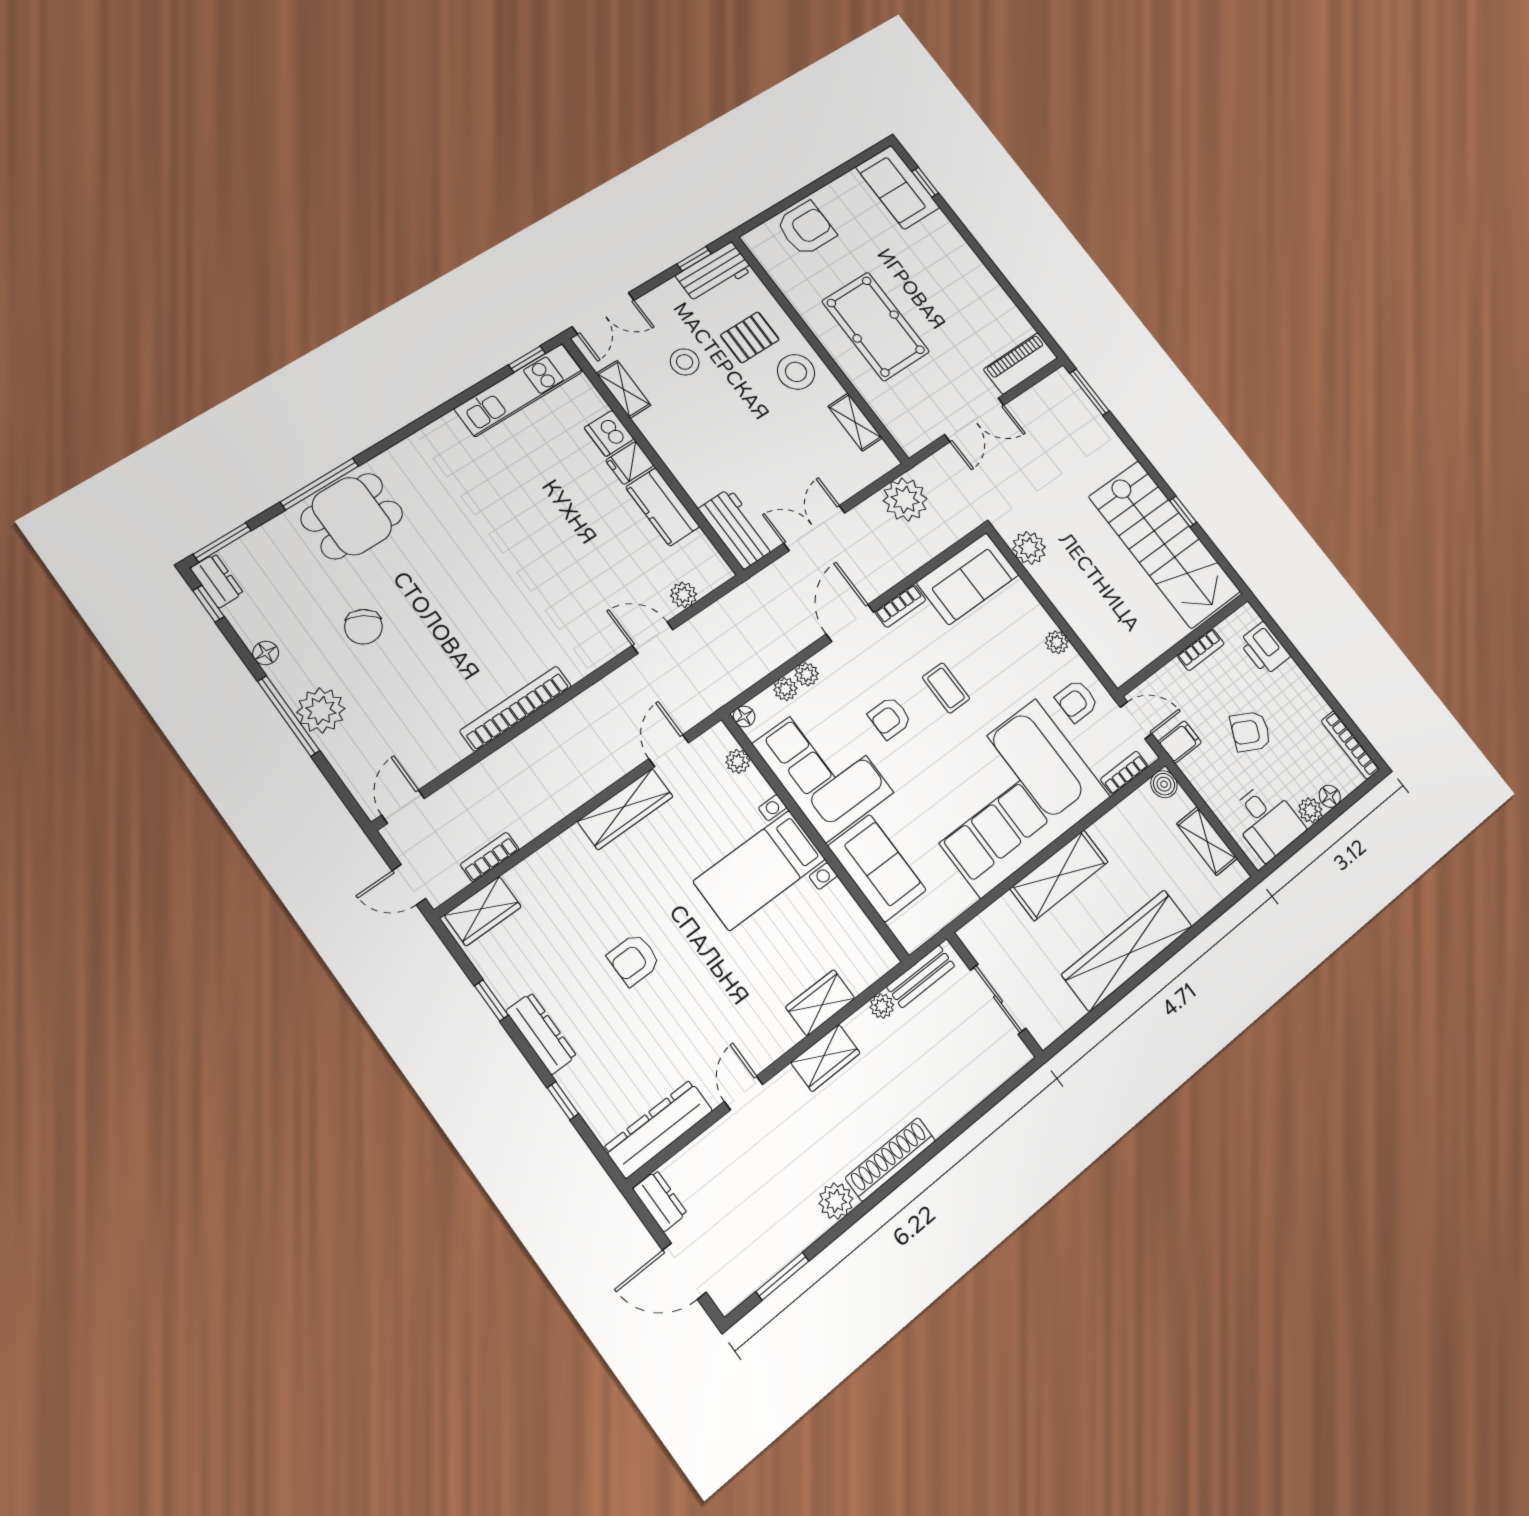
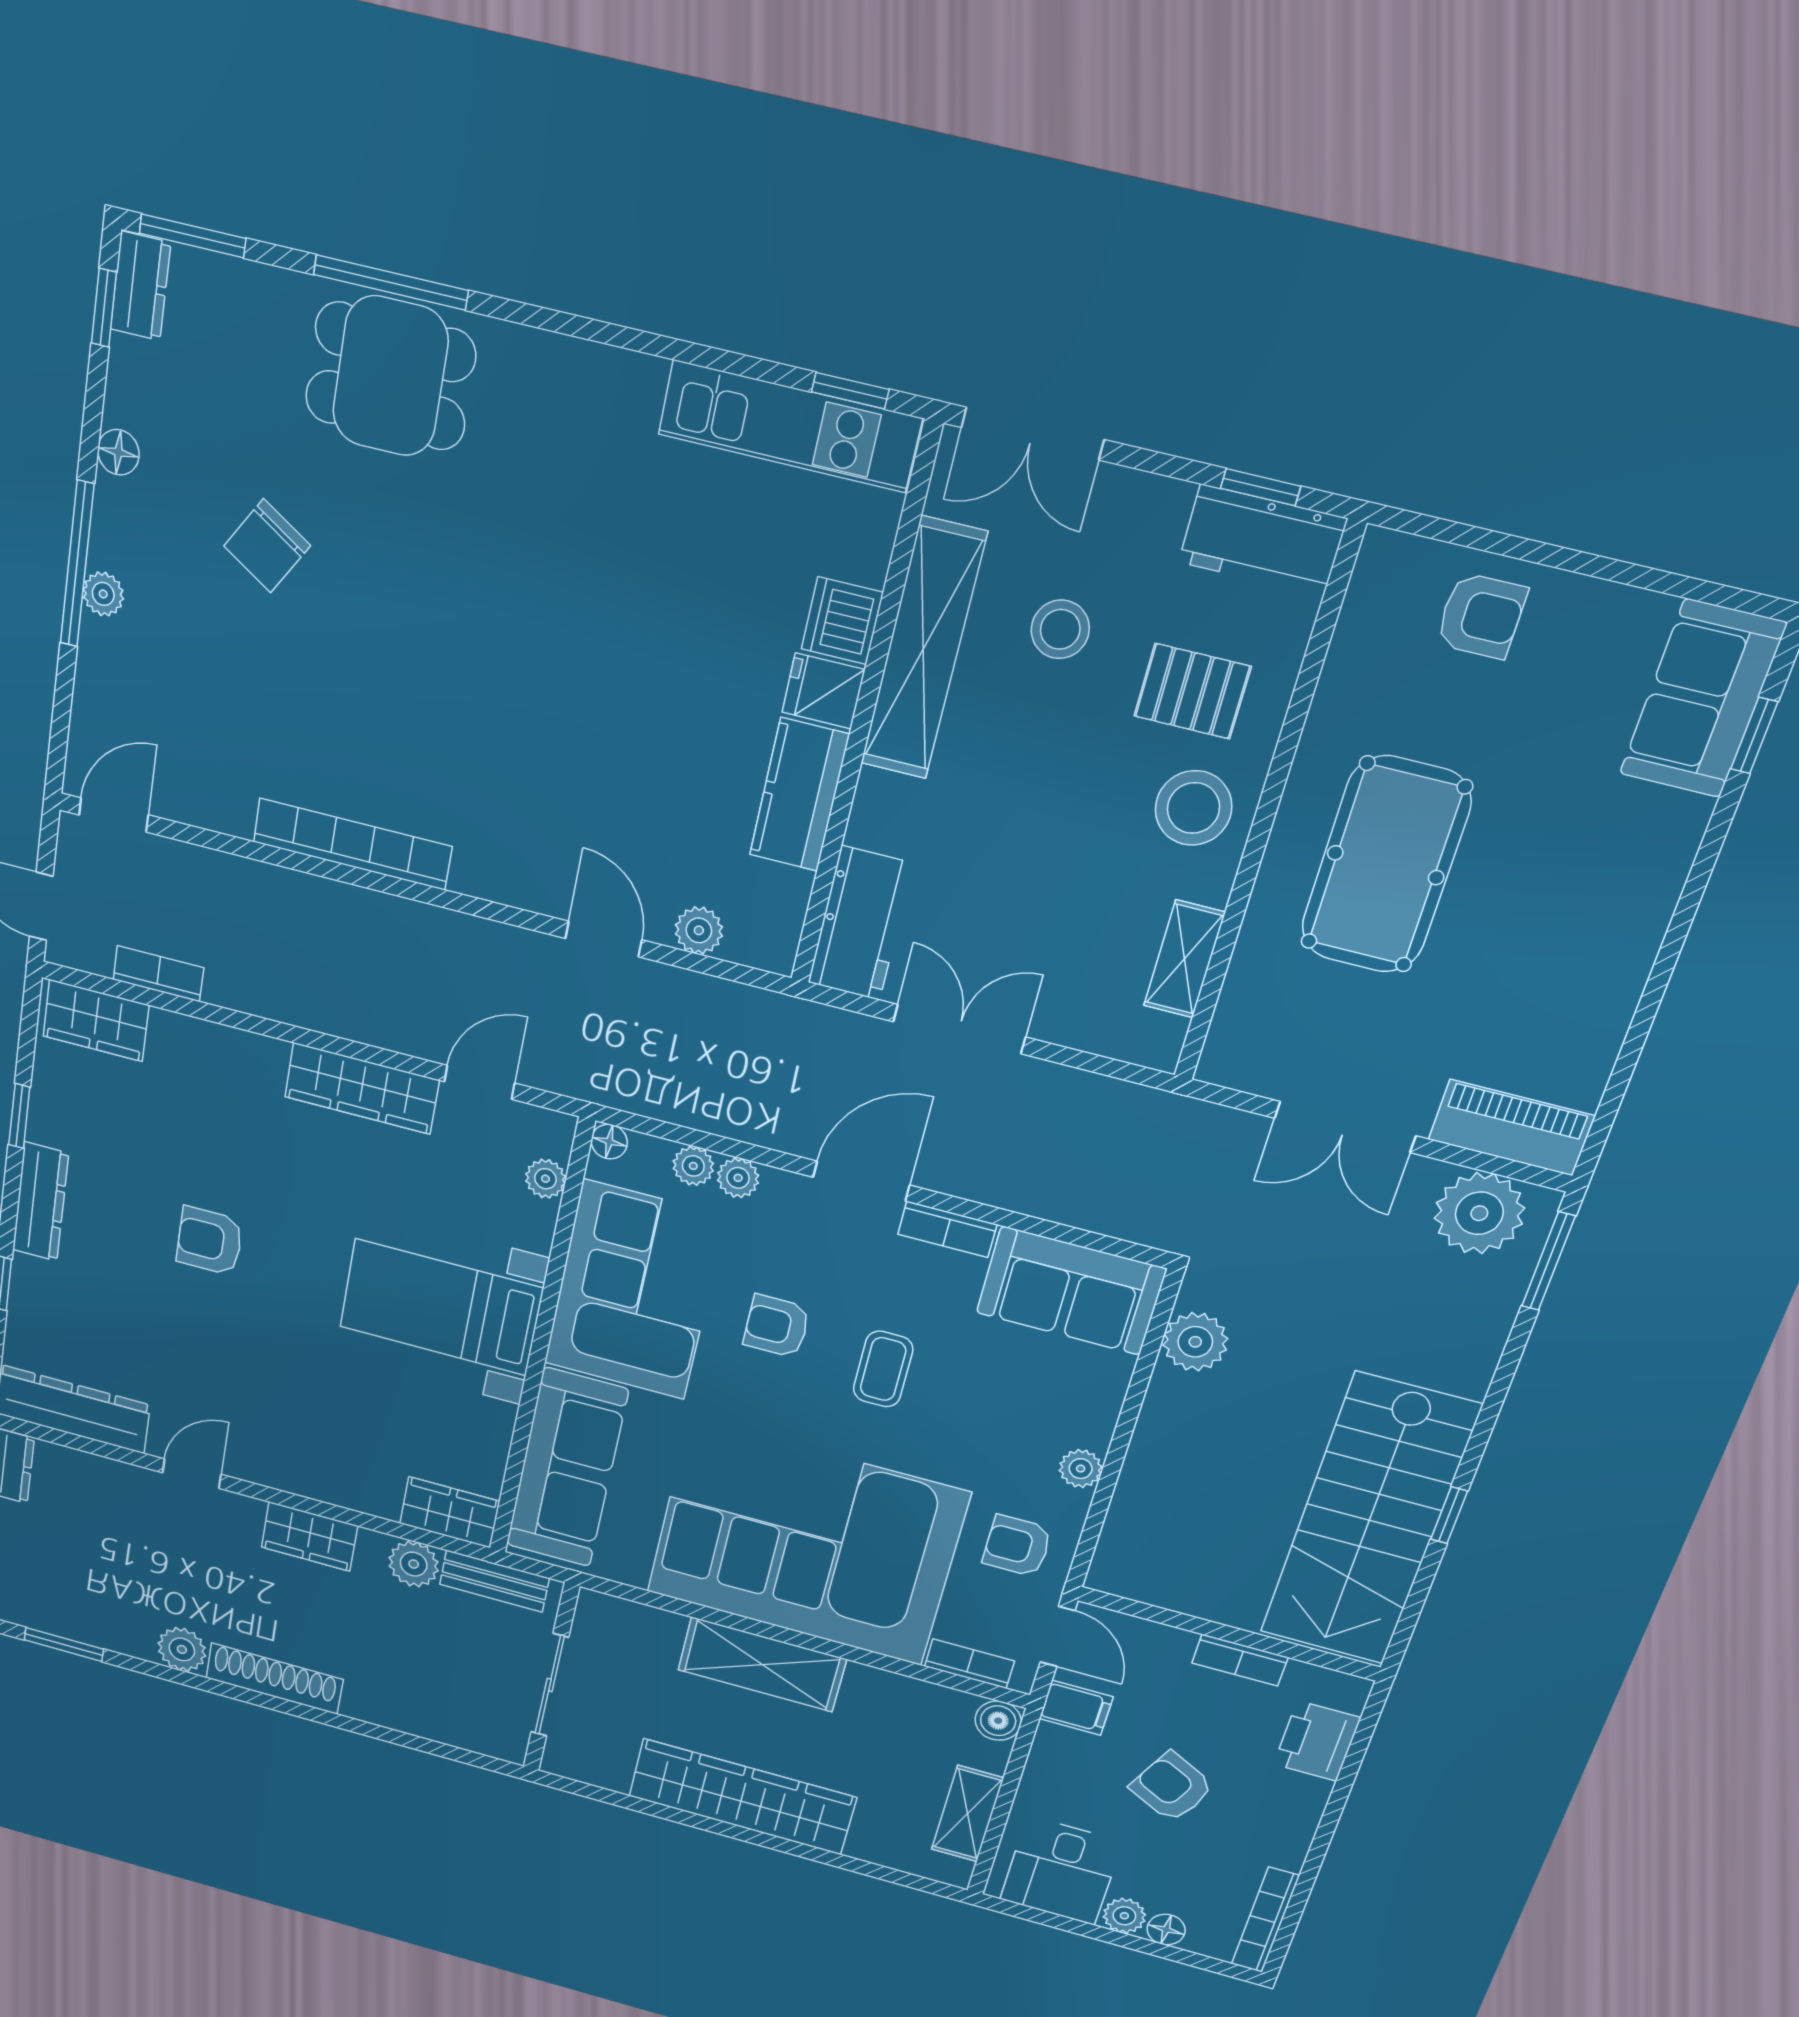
armchair: (806, 229) -> (1481, 616), width x0.72, depth x0.72
shelving: (624, 389) -> (923, 649), width x2.20, depth x1.33
plant: (905, 500) -> (1479, 1213), moved
plant: (321, 710) -> (103, 594), width x0.53, depth x0.53
sofa: (877, 868) -> (567, 1468), width x1.36
wardrobe: (820, 1003) -> (450, 1512), moved
plant: (882, 1006) -> (414, 1564), width x1.38, depth x1.38

